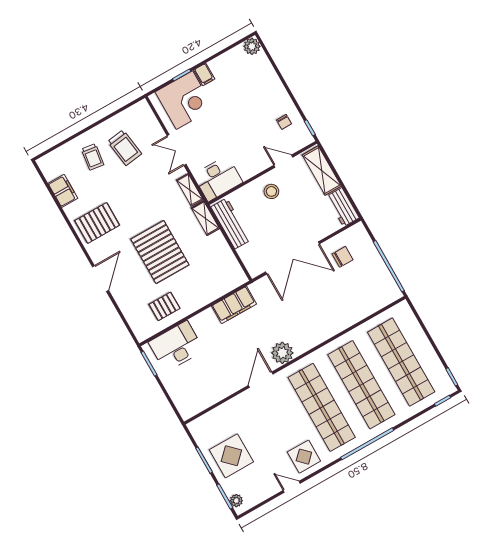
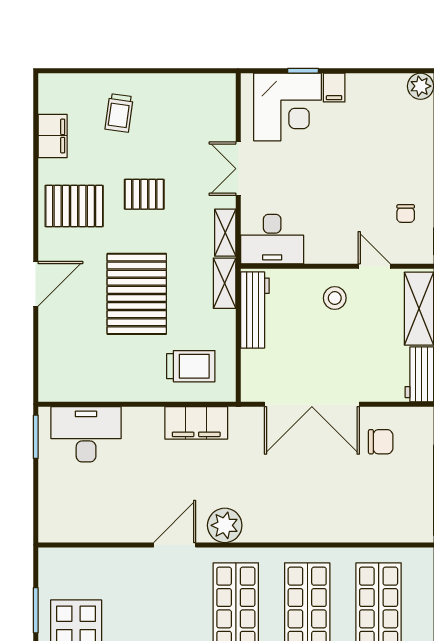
trolley: (125, 148) -> (191, 366), moved, turned -82
pallet: (164, 306) -> (144, 194), moved

